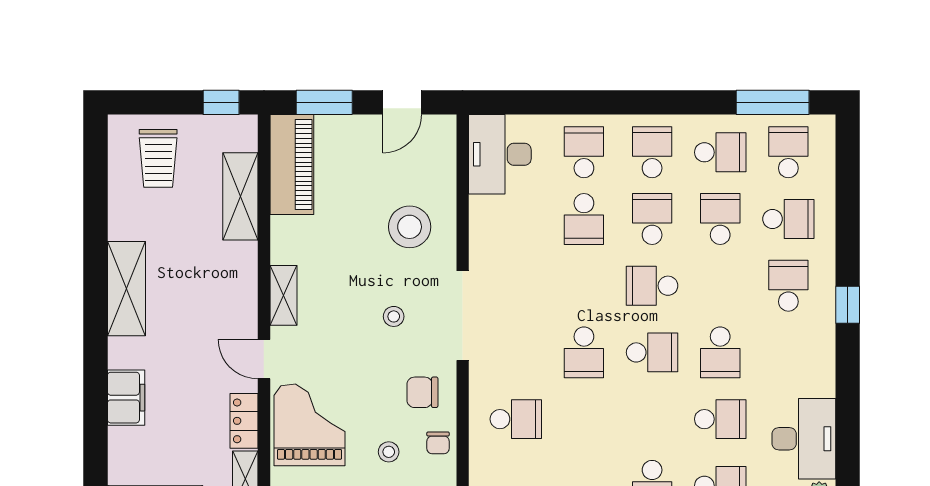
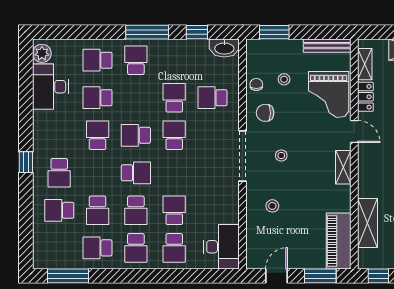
school desk: (788, 152) -> (174, 98), moved, turned 180
stool: (410, 227) -> (272, 206), width x0.53, depth x0.53
chair: (422, 392) -> (265, 113), turned 180

